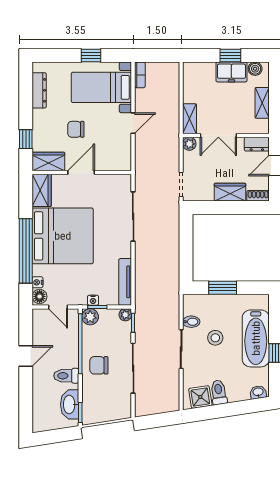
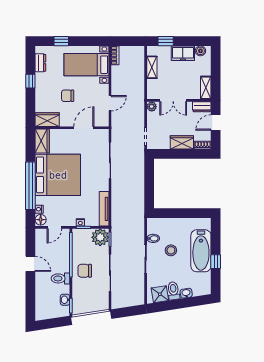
window: (91, 56) -> (61, 41), moved
window: (230, 56) -> (166, 41), moved
dresser: (39, 90) -> (40, 63), width x0.70
shelving: (262, 103) -> (206, 88), moved
shelving: (190, 119) -> (152, 67), moved
door: (133, 123) -> (110, 103), moved
window: (26, 139) -> (30, 81), moved
door: (81, 172) -> (84, 128), moved
window: (223, 288) -> (176, 213), removed
door: (58, 307) -> (54, 227), hinge flipped
plant: (125, 315) -> (100, 237), width x1.88, depth x1.88
plant: (90, 317) -> (78, 235), removed
door: (26, 356) -> (30, 264), hinge flipped
washbasin: (258, 392) -> (186, 293), moved
washbasin: (70, 404) -> (65, 300), width x0.52, depth x0.69

